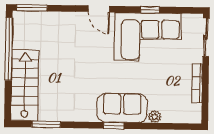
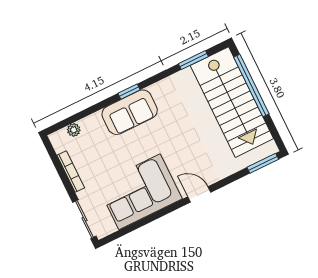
window: (150, 10) -> (150, 218), removed
window: (9, 49) -> (251, 86), moved
stairs: (25, 85) -> (232, 102), width x1.36, depth x1.51
plant: (155, 117) -> (74, 130), moved

